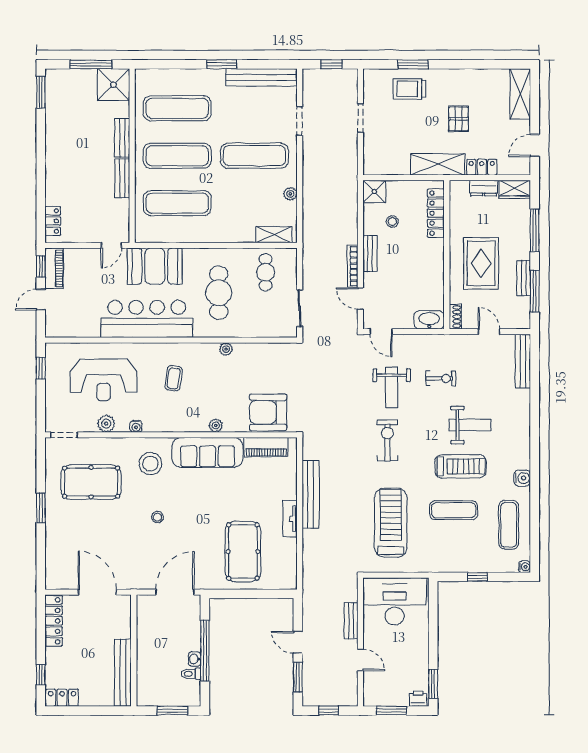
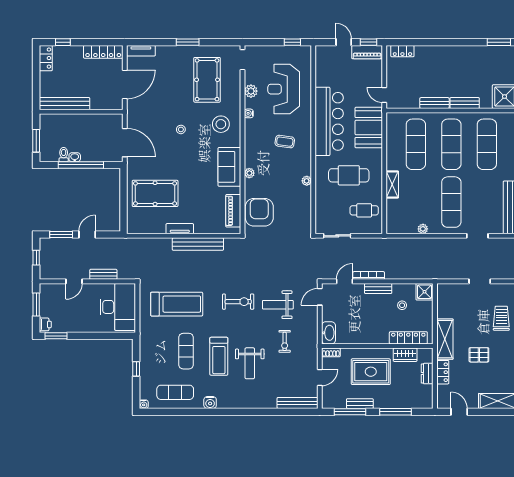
wardrobe: (515, 189) -> (405, 355), moved, turned -90
shelving: (274, 235) -> (392, 184), moved
sofa: (207, 452) -> (229, 167), width x0.73
tv unit: (52, 571) -> (141, 51), added

